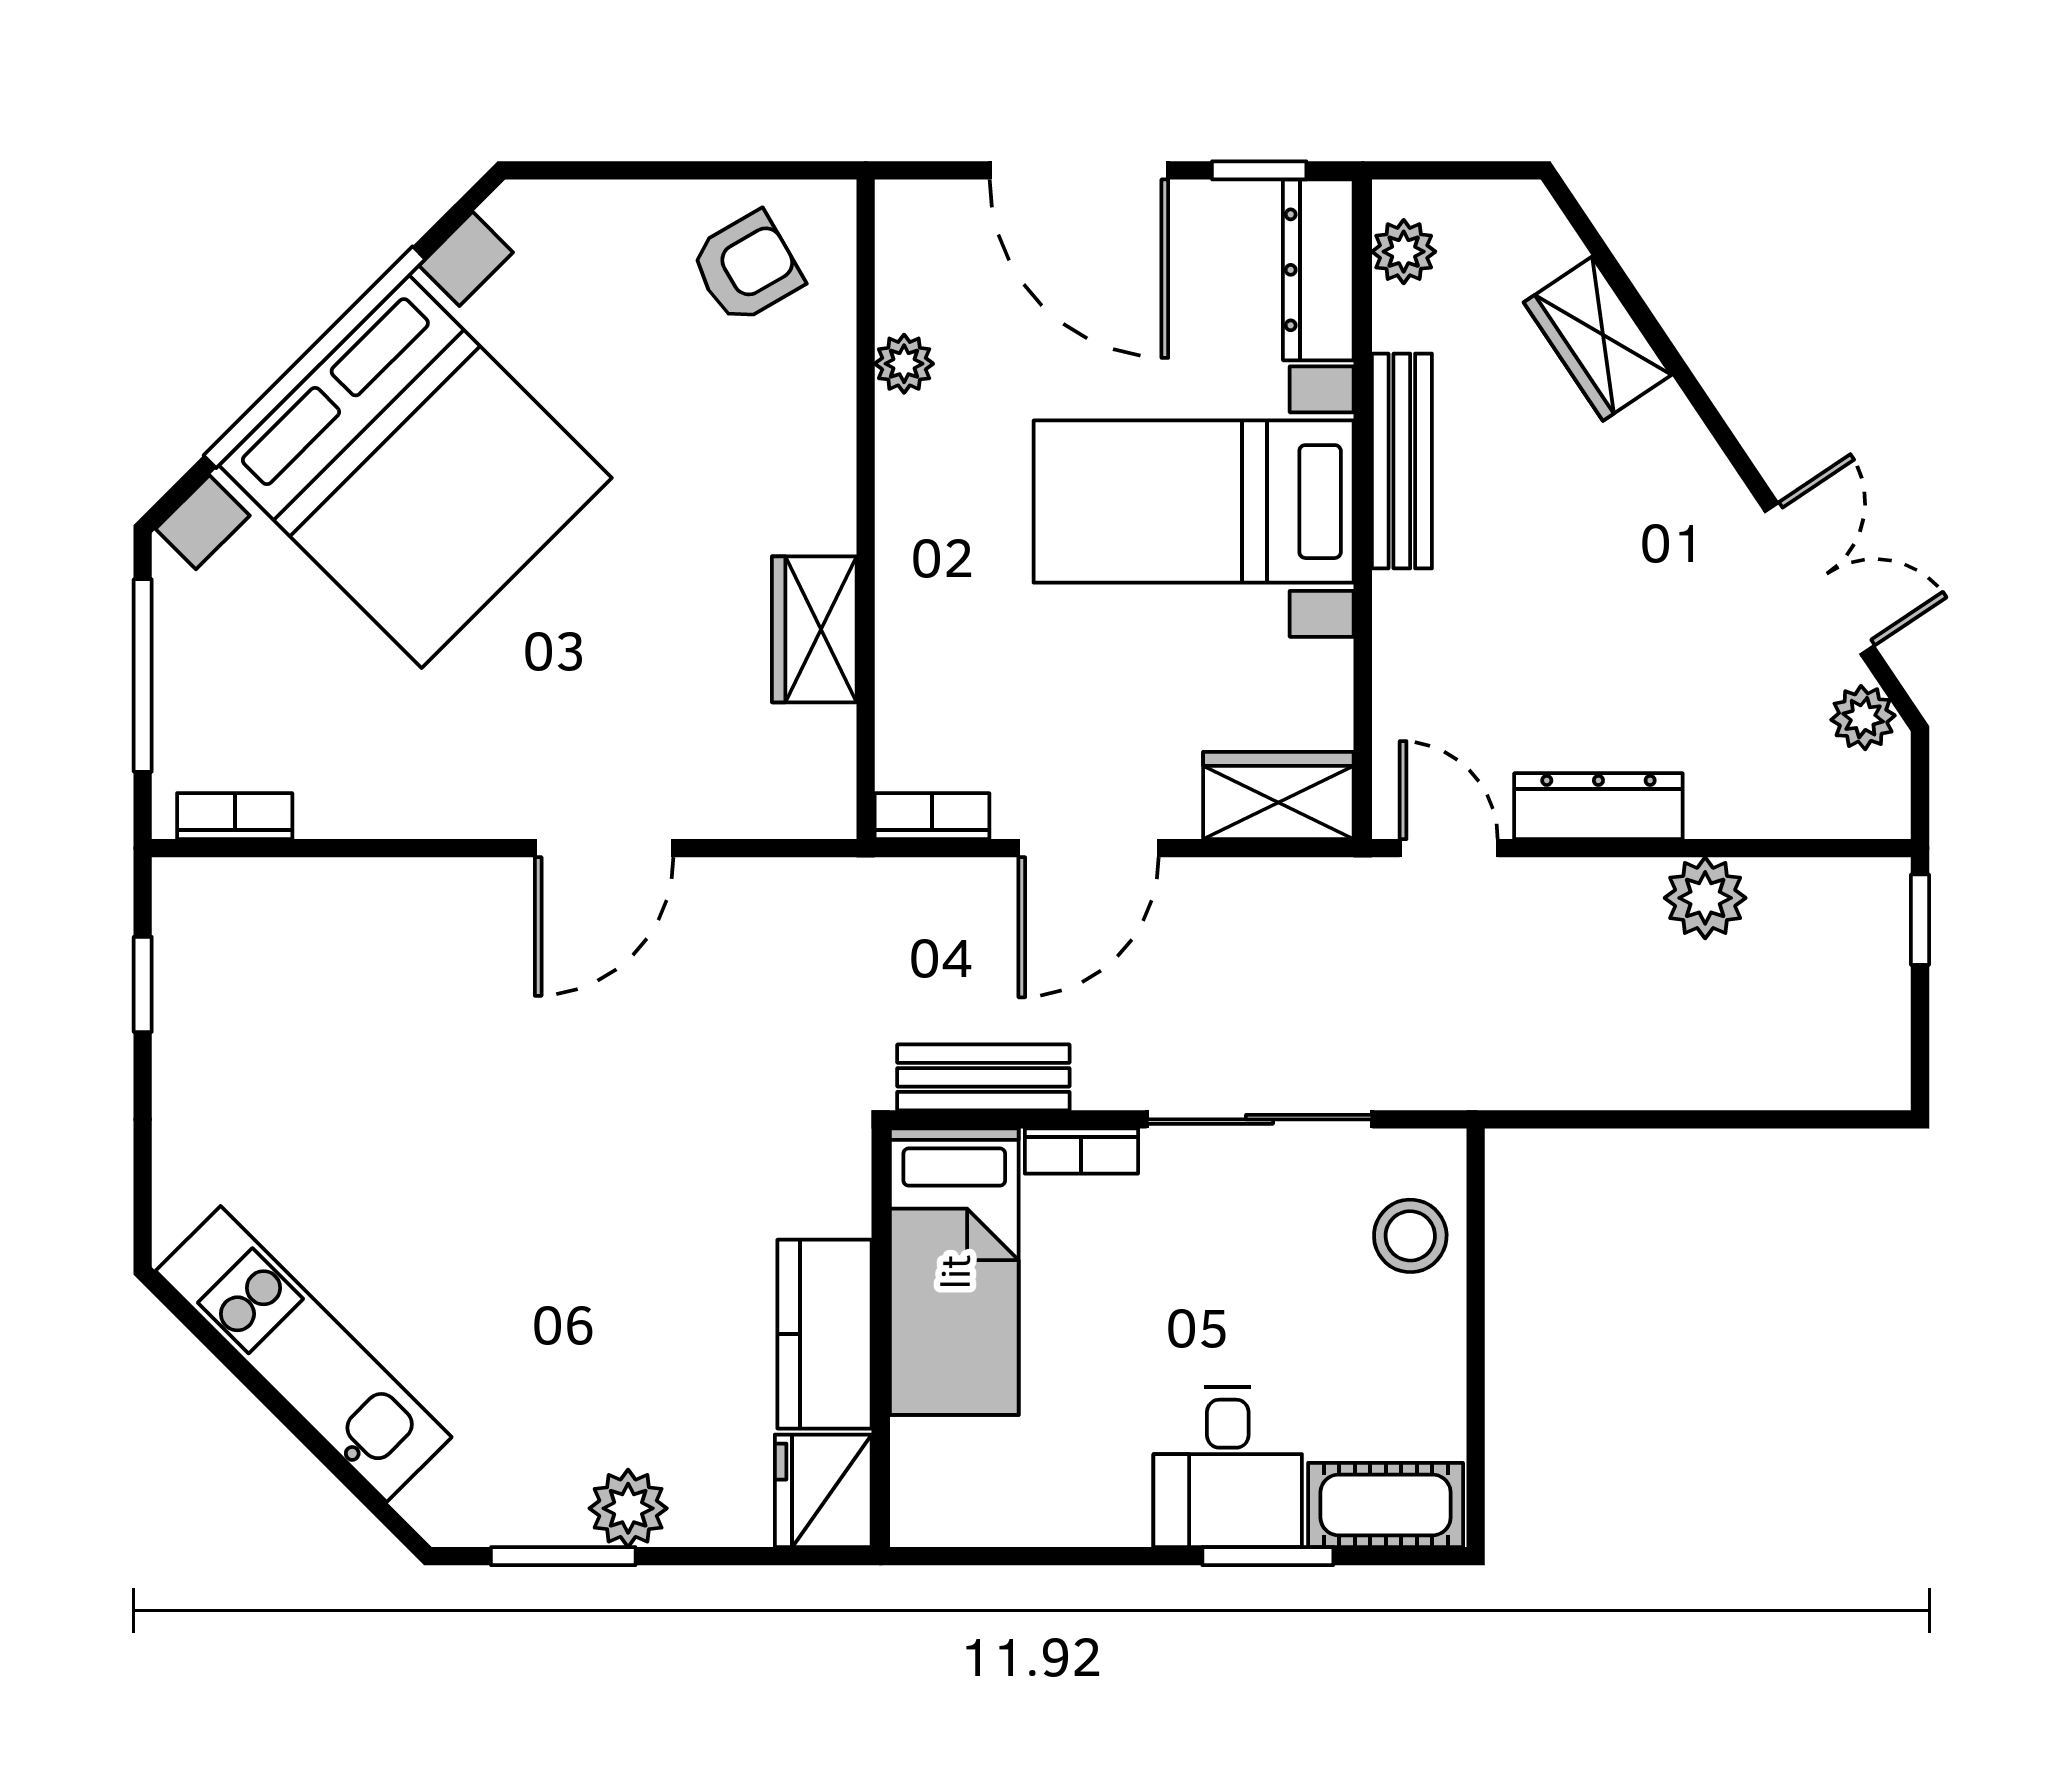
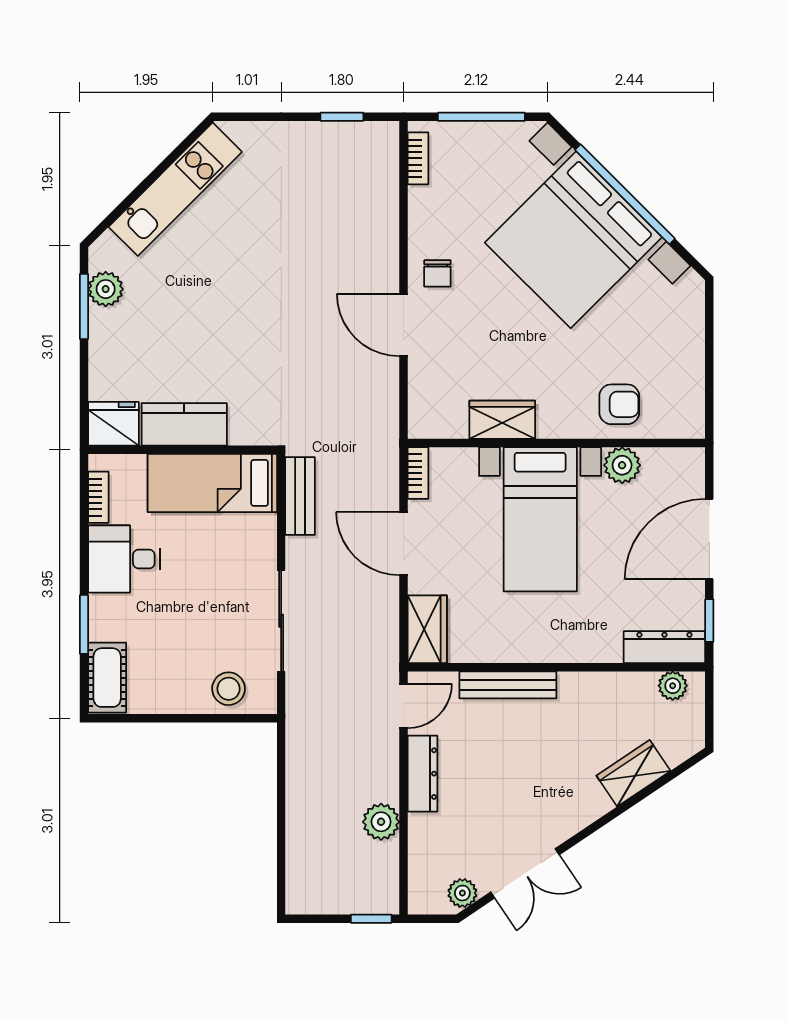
armchair: (747, 268) -> (619, 404), moved, turned -60
plant: (904, 364) -> (622, 465), width x1.38, depth x1.38
bench: (1402, 461) -> (508, 685), moved
bed with nightstands: (1194, 502) -> (540, 519), moved, turned 180
chair: (490, 773) -> (437, 273), added
bookcase: (1081, 1151) -> (98, 497), moved, turned 180
desk: (1228, 1467) -> (124, 559), moved
plant: (628, 1508) -> (106, 289), moved

